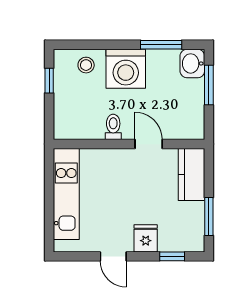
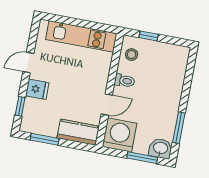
stool: (86, 65) -> (132, 55), moved
washing machine: (126, 69) -> (119, 135), moved, turned 90
window: (49, 81) -> (149, 36), moved

